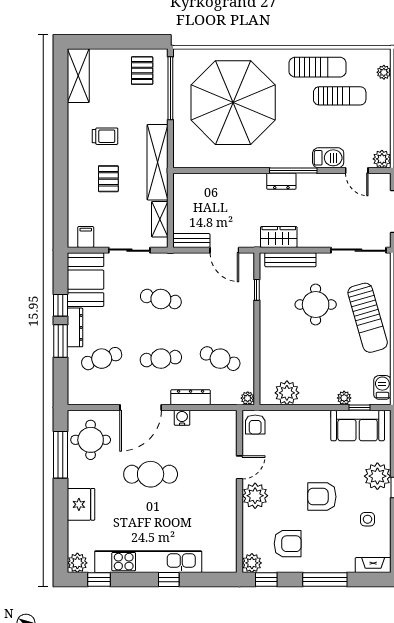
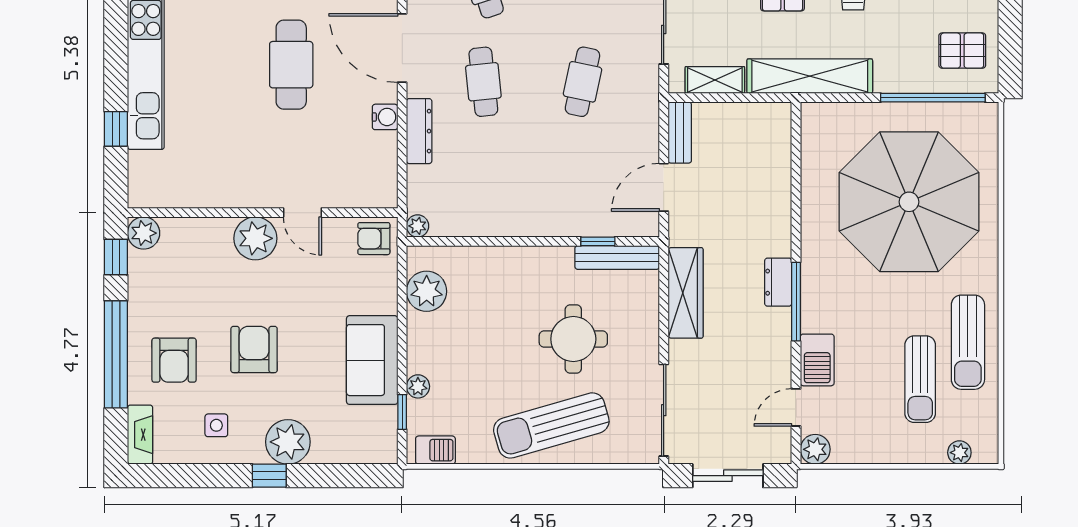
wardrobe: (279, 237) -> (686, 293), width x1.50
bench: (290, 260) -> (617, 258), moved, turned 90
cafe table: (220, 359) -> (483, 180), removed
sofa: (358, 426) -> (372, 360), moved
armchair: (288, 544) -> (174, 360), moved
window: (169, 580) -> (116, 129), moved
window: (325, 580) -> (116, 354), width x1.46

